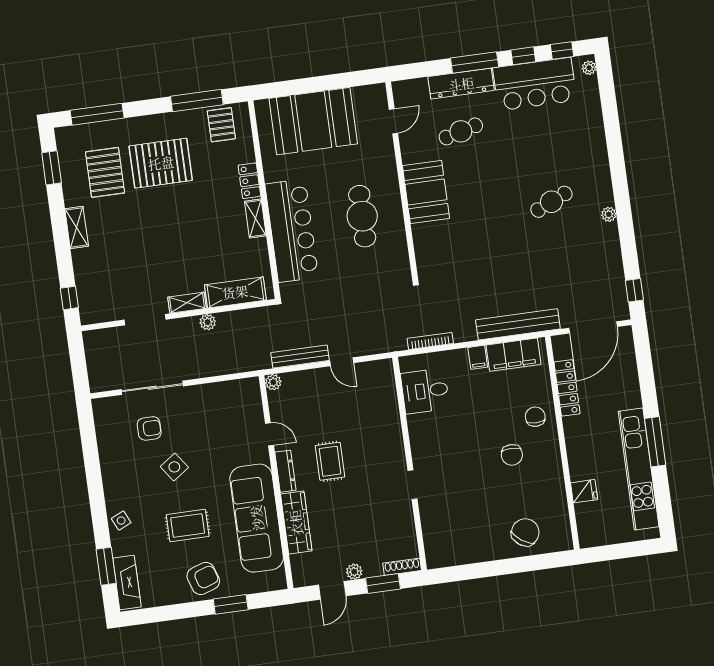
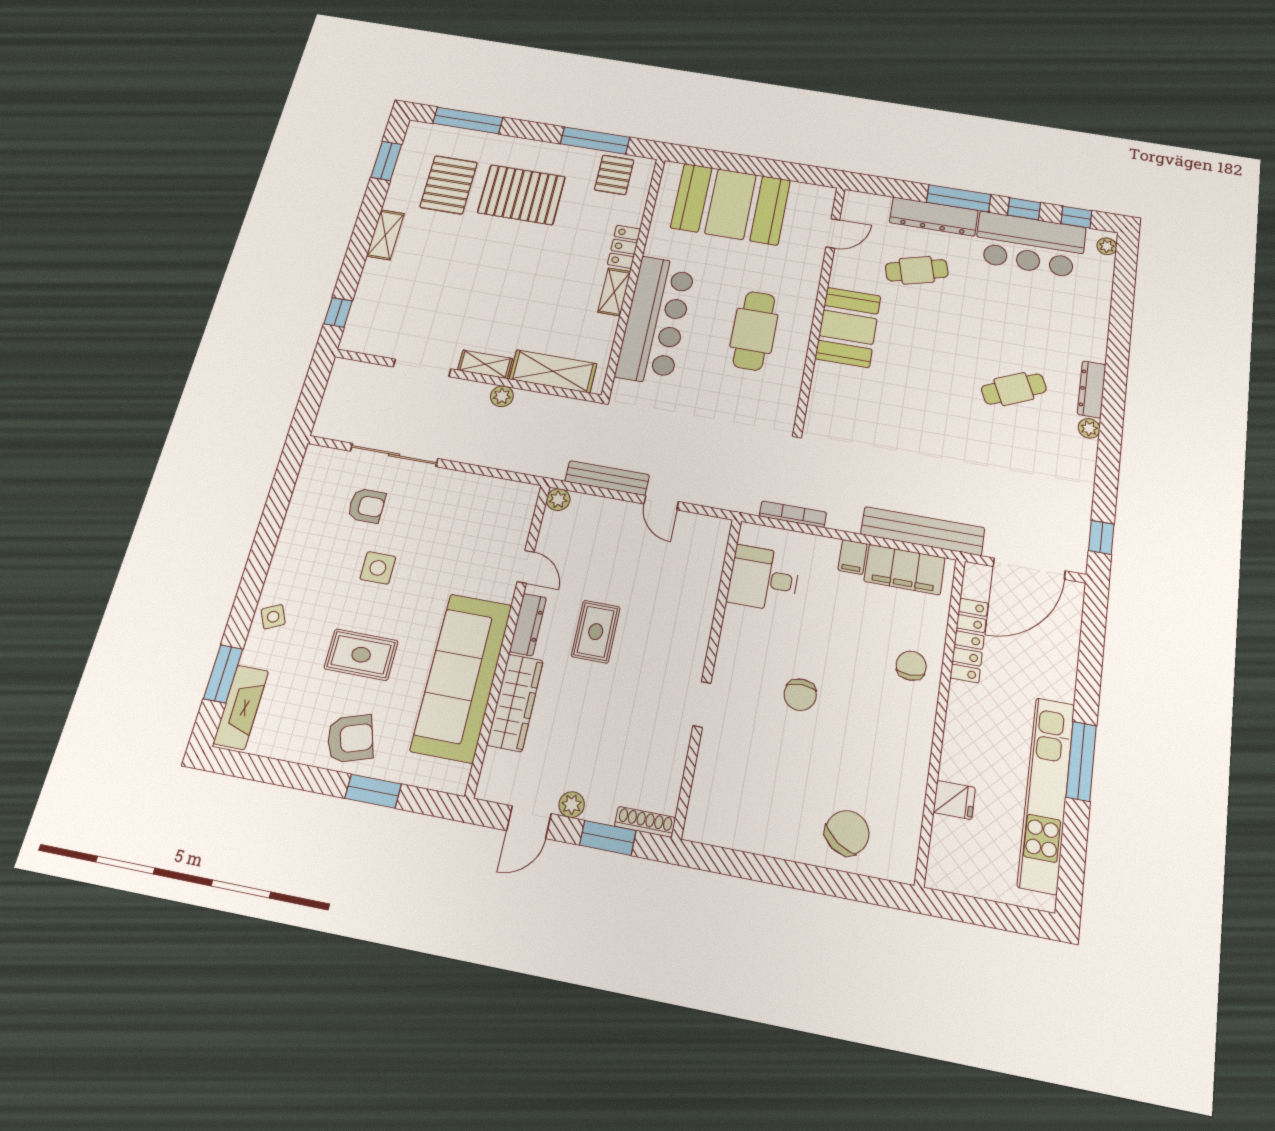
dresser: (604, 185) -> (1092, 389), added
chair: (512, 455) -> (800, 695), moved
side table: (174, 467) -> (378, 568), turned 35

